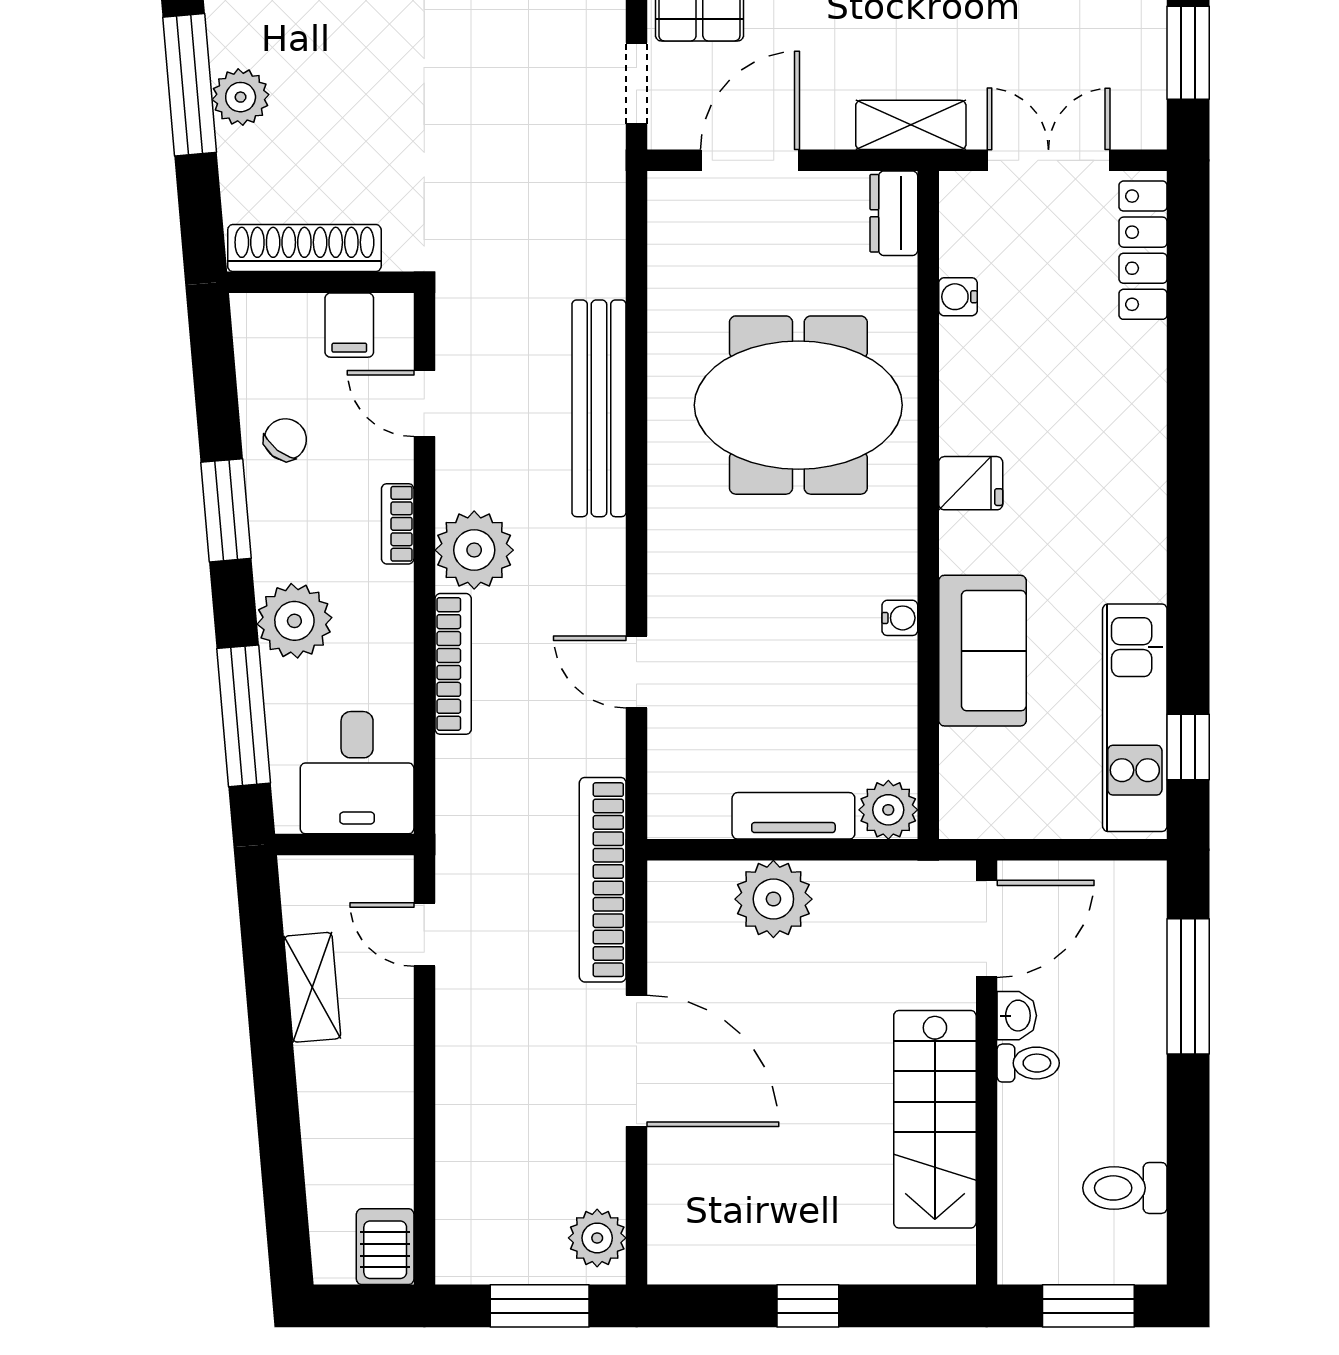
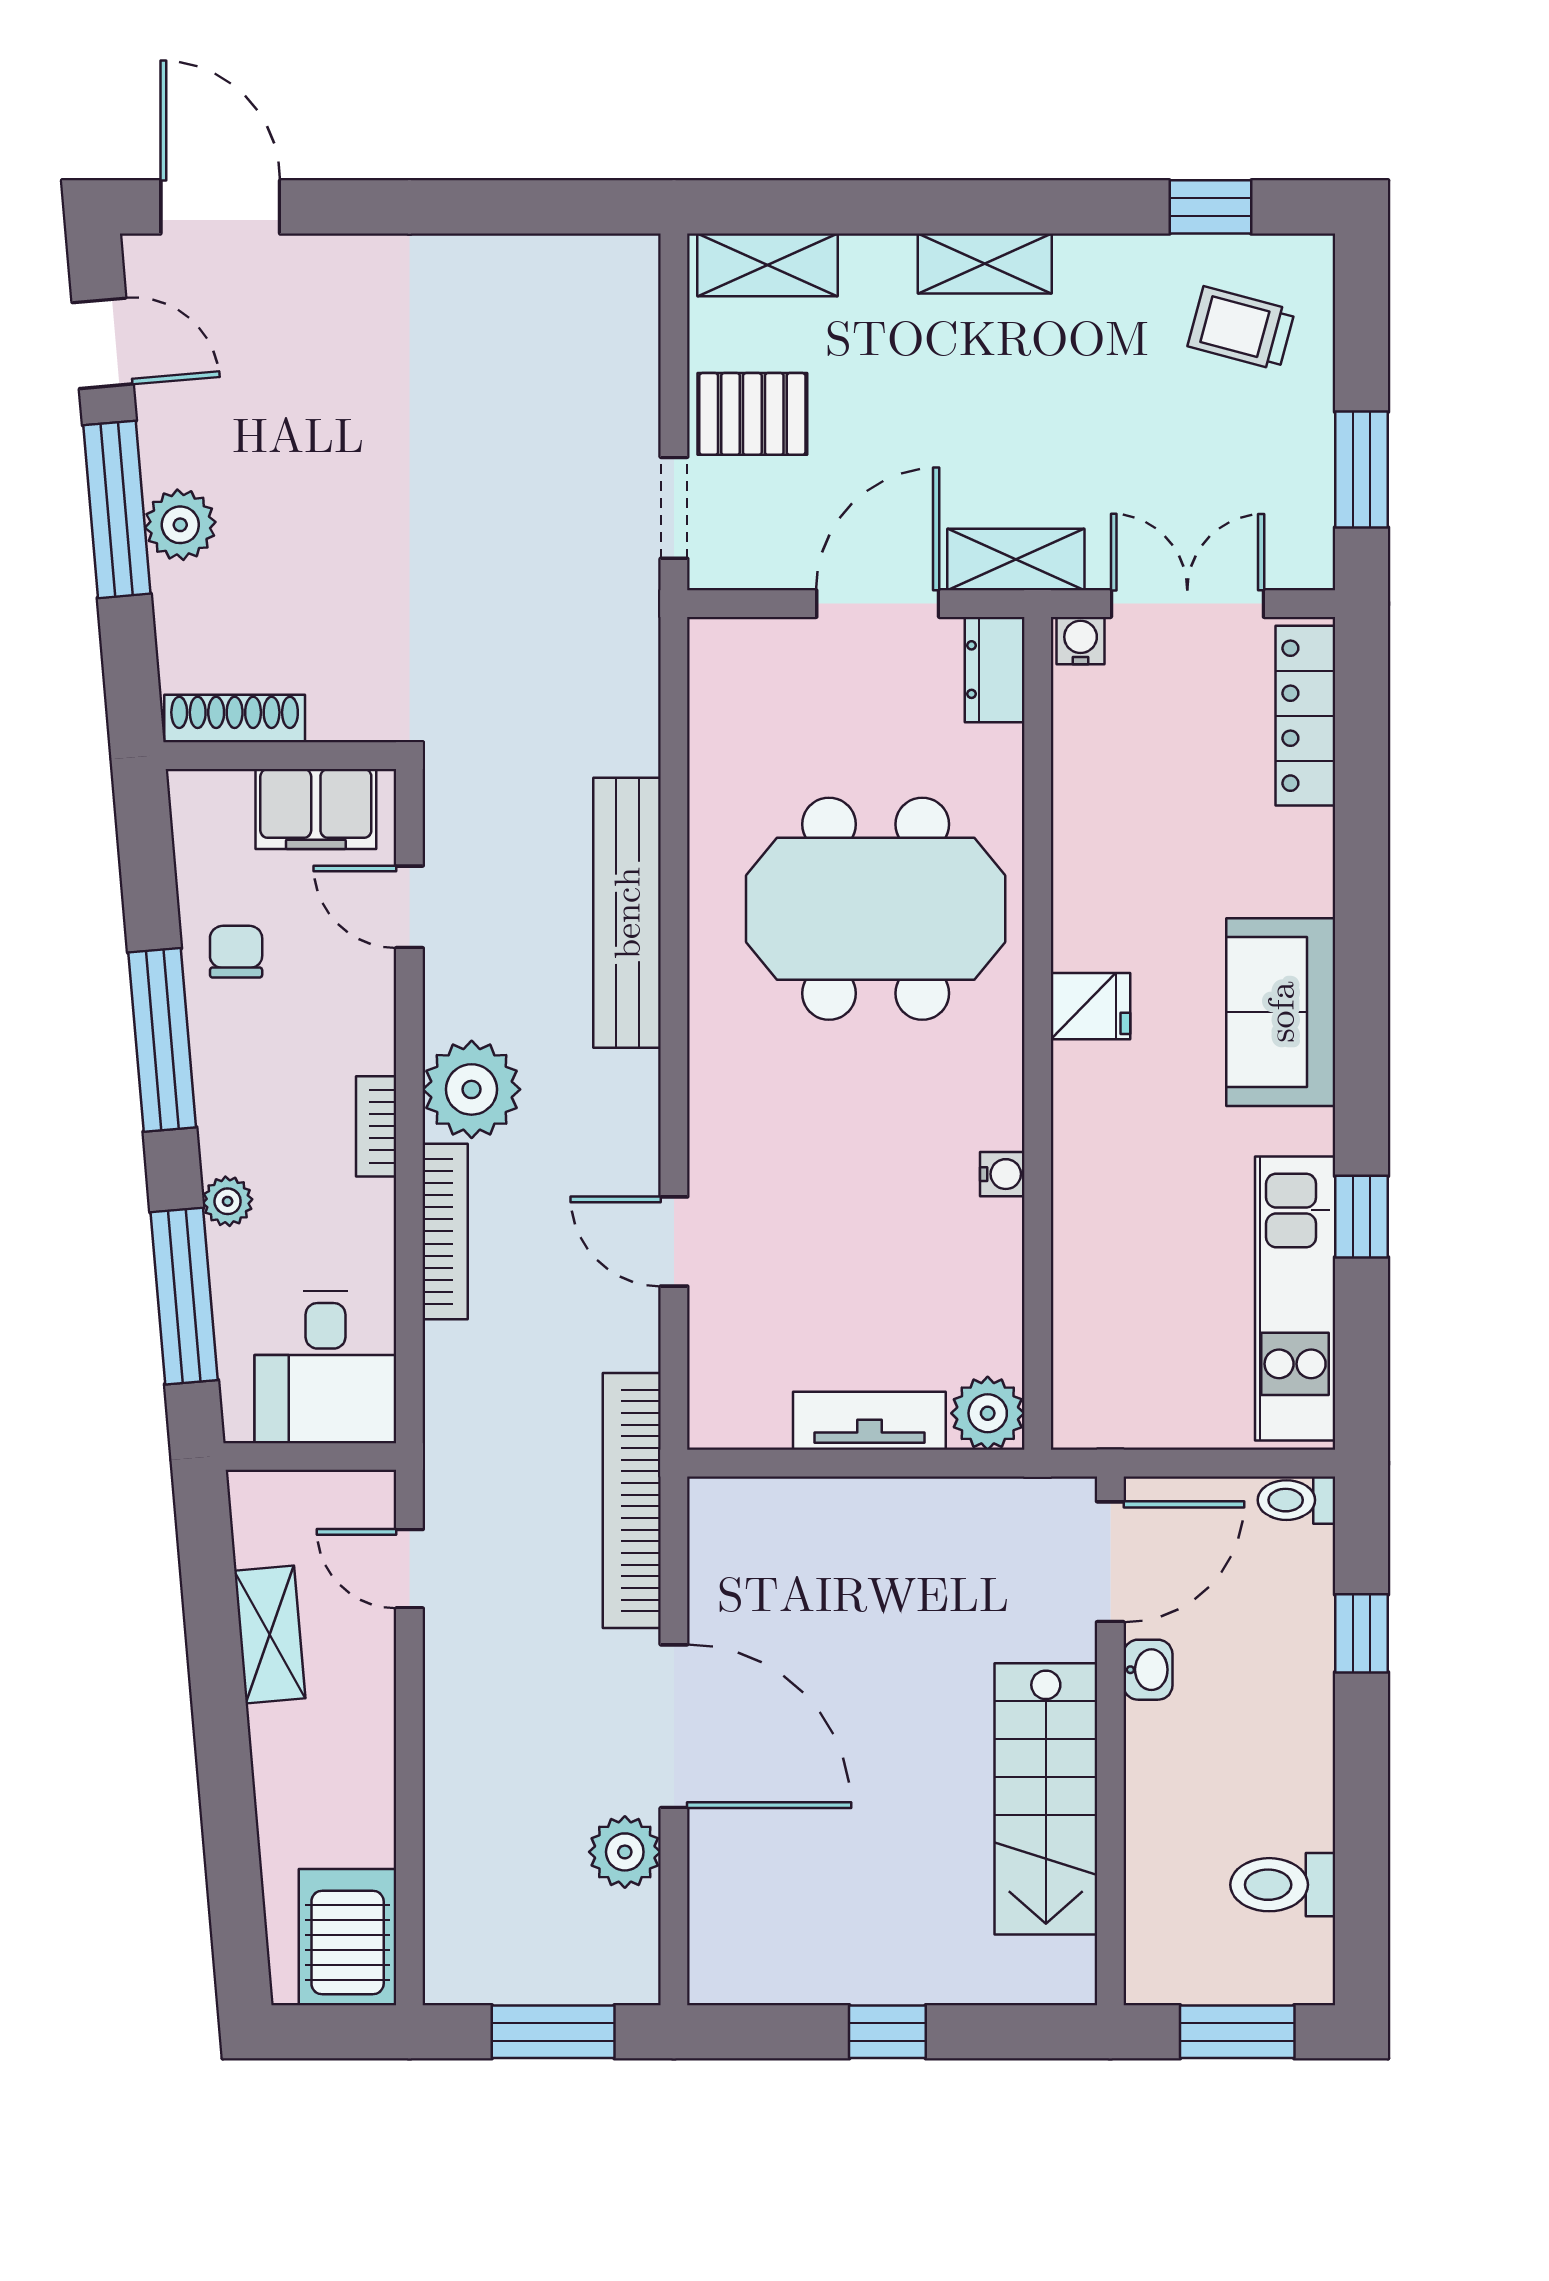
door: (750, 160) -> (878, 604), moved
shoe rack: (304, 248) -> (235, 719), width x0.74, depth x0.81
water cooler: (958, 297) -> (1081, 641), moved, turned 90
filing cabinet: (349, 325) -> (316, 809), width x2.00
chair: (285, 440) -> (236, 952), turned -38
window: (226, 510) -> (162, 1040), width x1.44
bookcase: (398, 524) -> (376, 1126), moved
plant: (294, 621) -> (228, 1201), width x0.53, depth x0.53
sofa: (982, 651) -> (1281, 1012), moved, turned 180
window: (1188, 747) -> (1362, 1217), moved
plant: (773, 899) -> (845, 1524), removed
window: (1188, 986) -> (1362, 1633), width x0.46
toilet: (1028, 1063) -> (1296, 1500), moved, turned 180
plant: (597, 1238) -> (625, 1852), moved
server rack: (385, 1247) -> (348, 1937), width x1.36, depth x1.44

